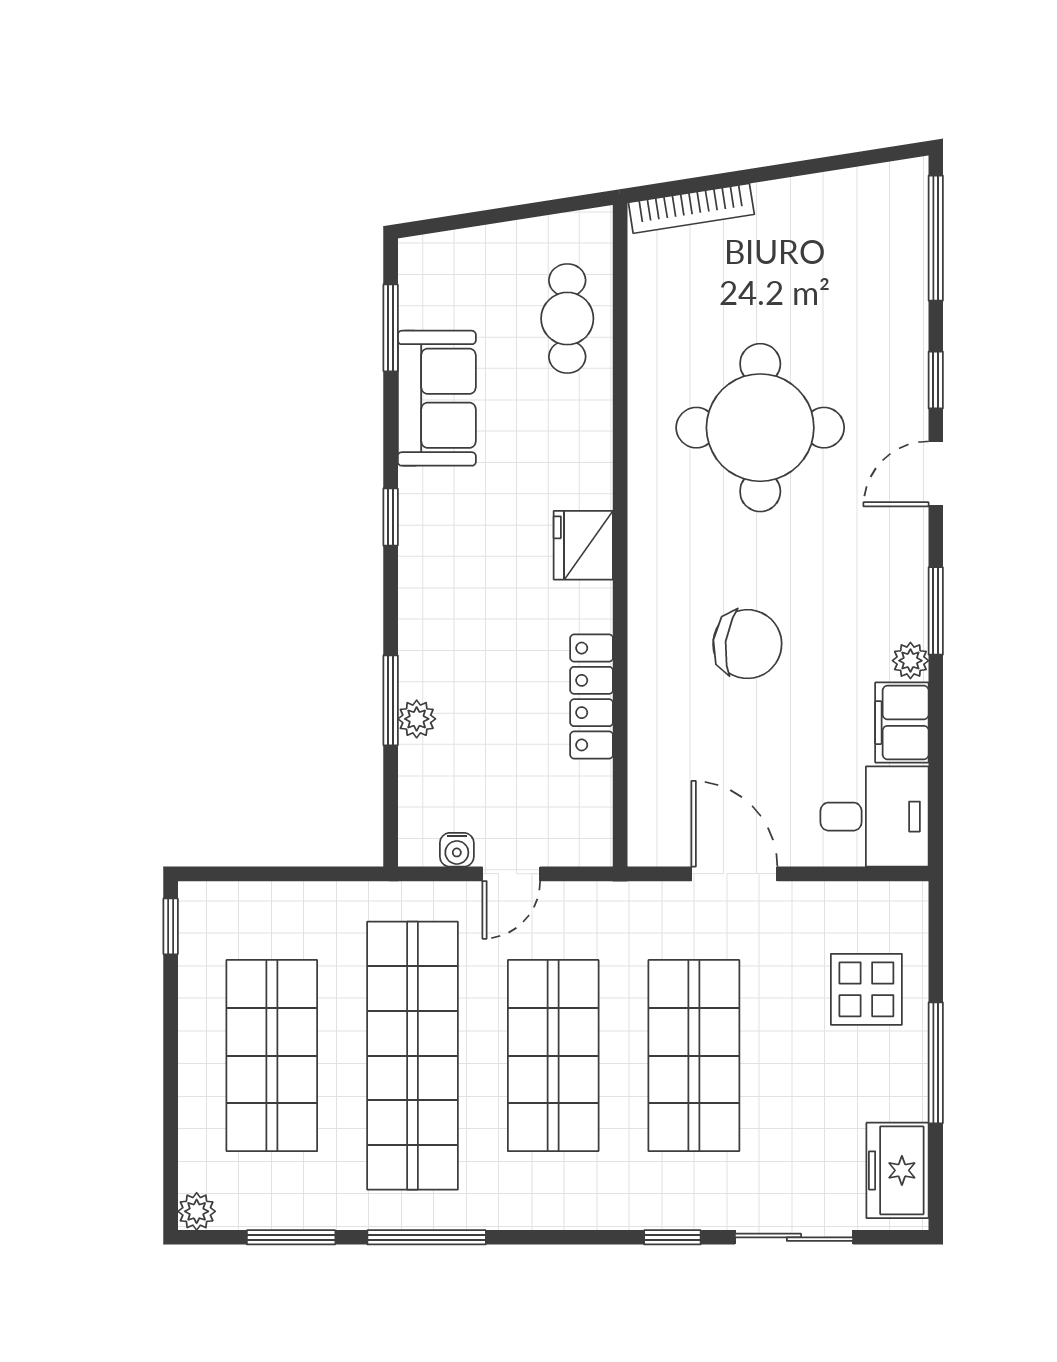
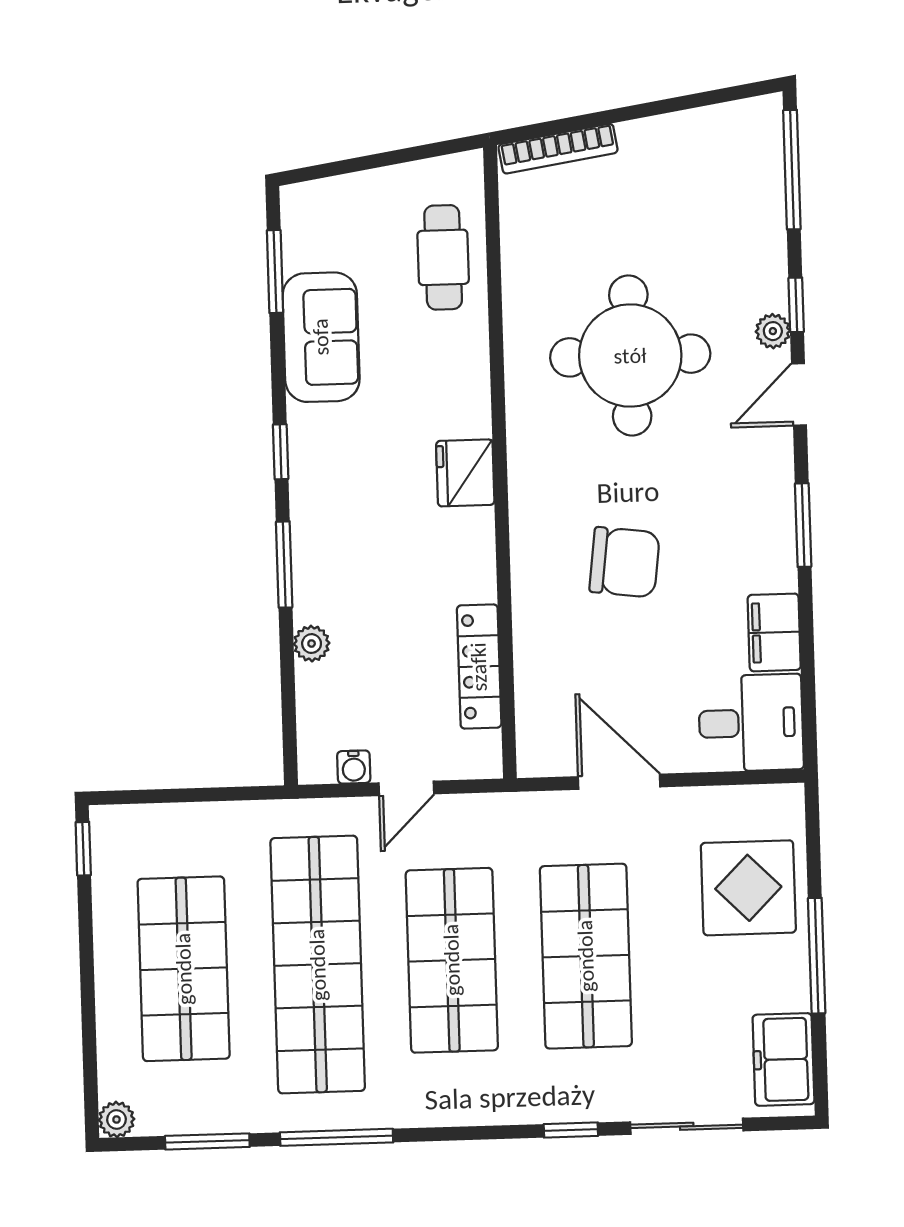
plant: (910, 661) -> (773, 331), moved
locker: (592, 696) -> (479, 667), moved
window: (391, 700) -> (284, 565), moved
display table: (866, 989) -> (748, 888), width x1.36, depth x1.36

